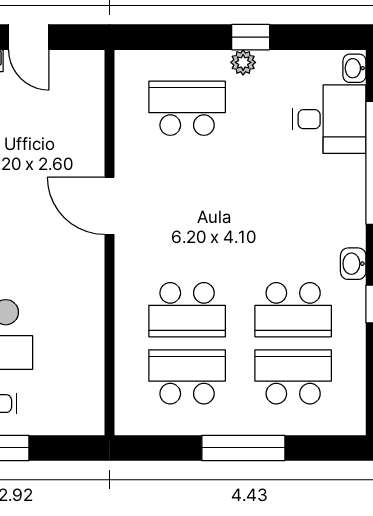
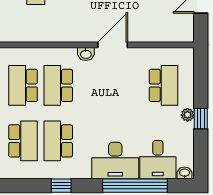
desk: (331, 201) -> (115, 161), added
washbasin: (353, 264) -> (86, 54), moved, turned 180
school desk: (187, 377) -> (23, 85), turned 180

